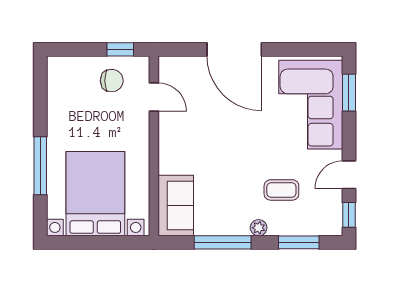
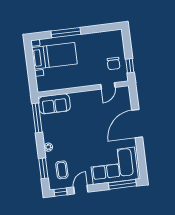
window: (349, 93) -> (122, 184), width x1.44
door: (349, 175) -> (81, 190), hinge flipped
coffee table: (281, 190) -> (62, 170), moved
bed with nightstands: (95, 194) -> (54, 56), width x0.73
window: (223, 242) -> (37, 118), moved

